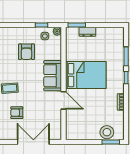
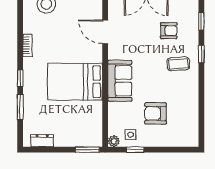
dresser: (87, 32) -> (42, 141), moved
armchair: (26, 52) -> (156, 113), turned -90
door: (64, 100) -> (105, 32), moved

